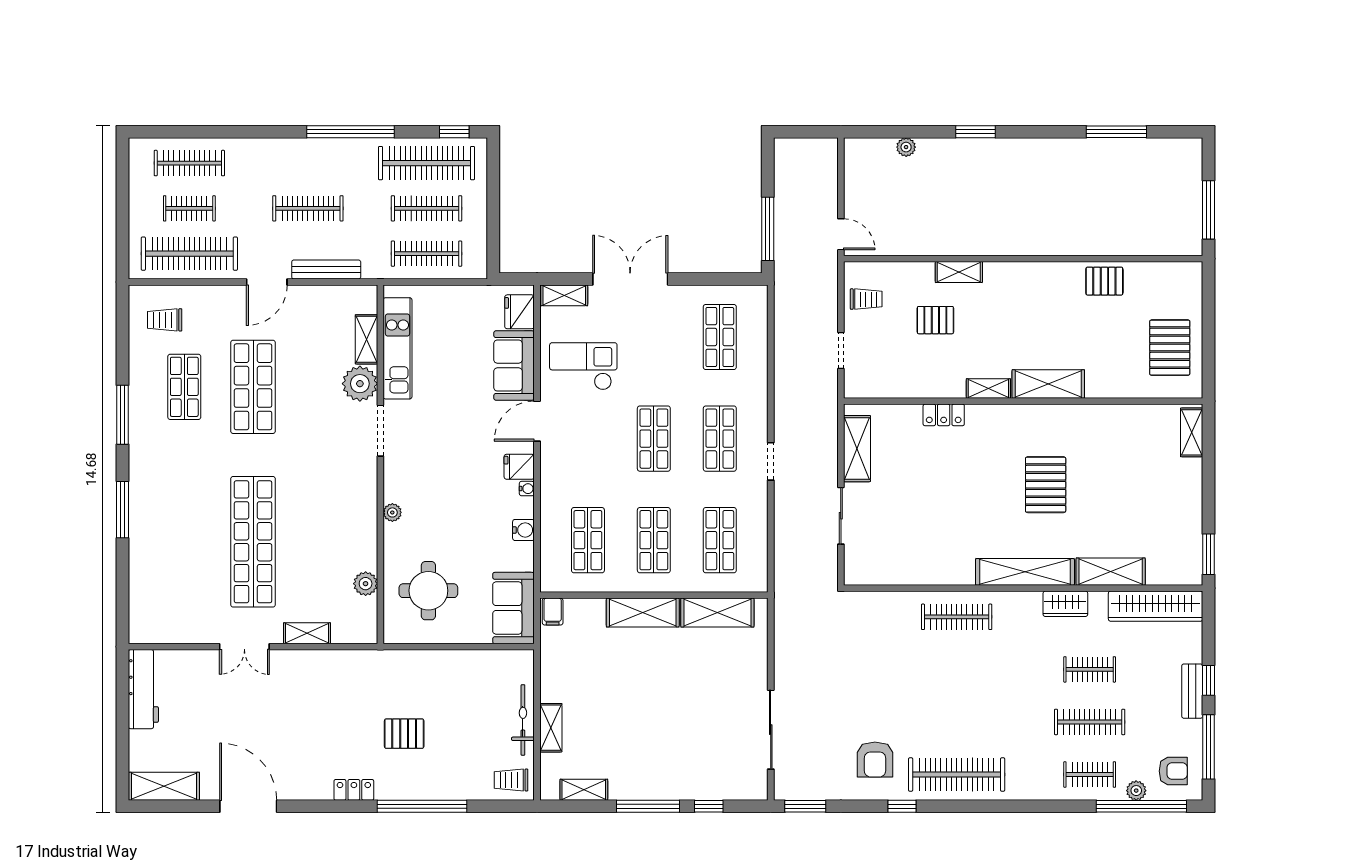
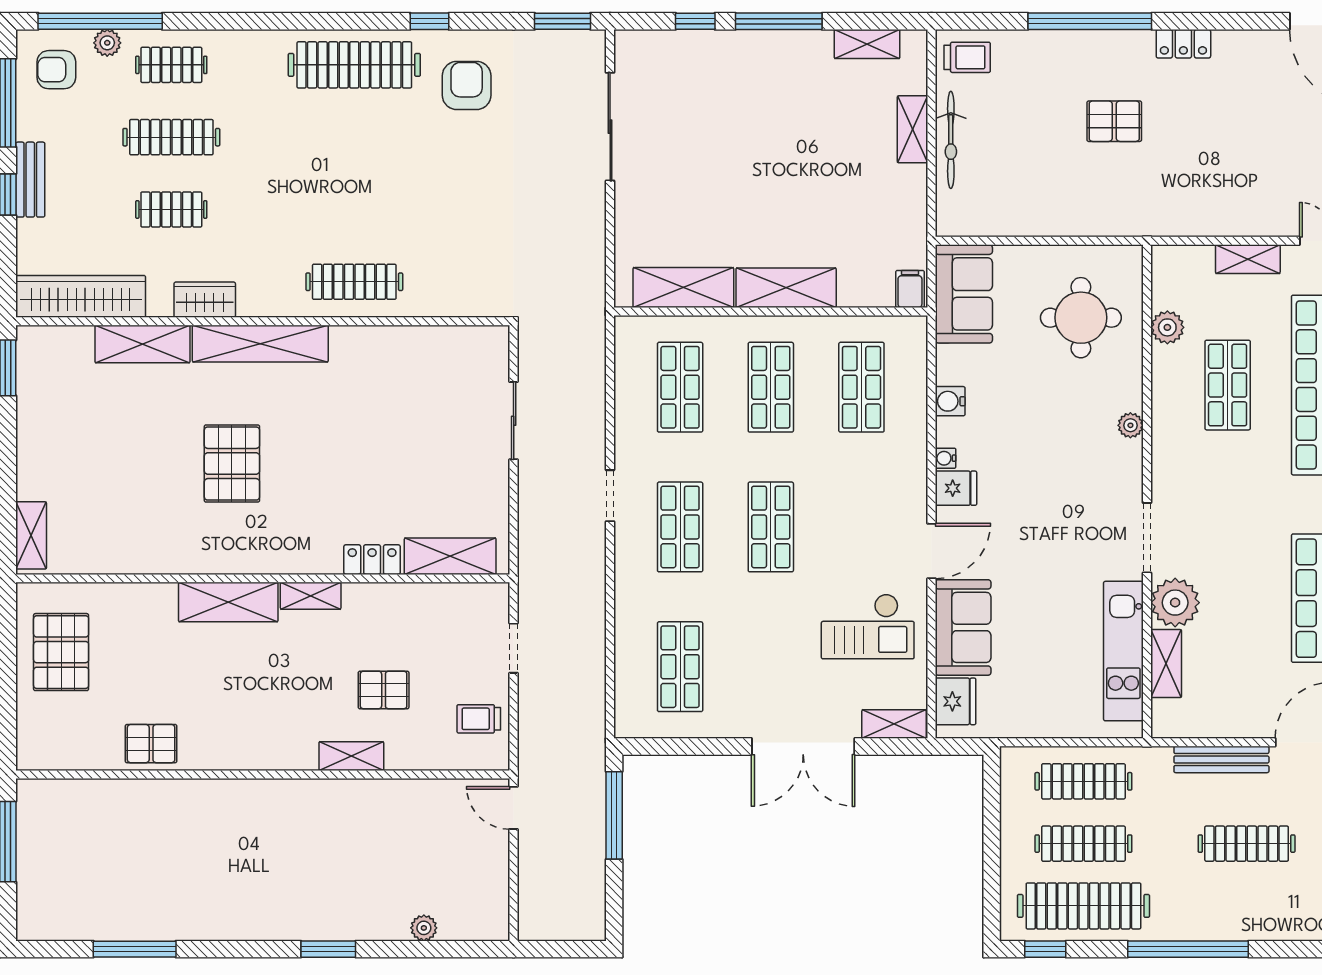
shelving: (857, 449) -> (450, 556), moved, turned 90
shop shelf: (322, 542) -> (1228, 385), added

